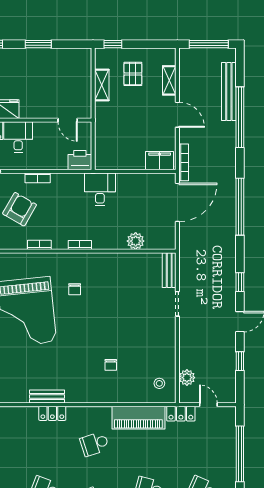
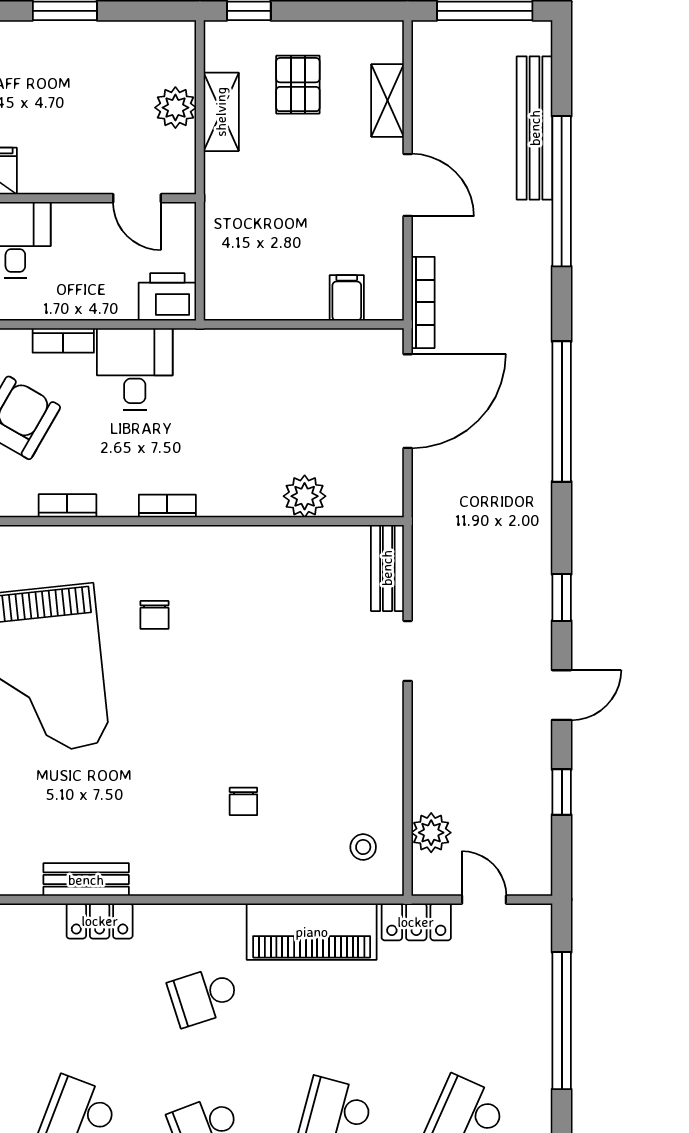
plant: (83, 83) -> (175, 108), added
filing cabinet: (160, 161) -> (347, 298), width x0.50
desk: (100, 189) -> (135, 369), moved

